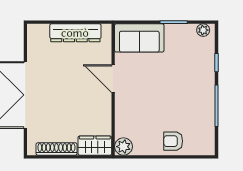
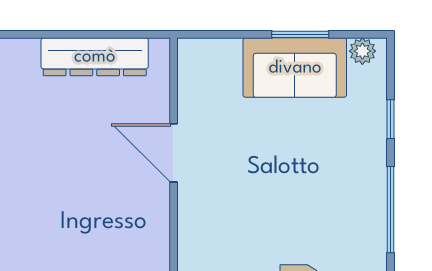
sofa: (139, 38) -> (295, 68), moved

